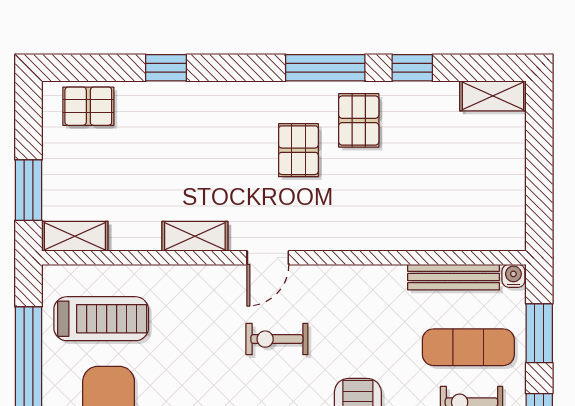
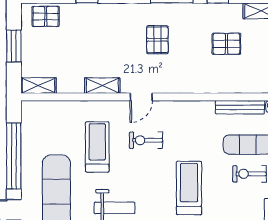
pallet: (359, 120) -> (226, 44), moved, turned 90
window: (29, 190) -> (14, 46), moved
treadmill: (101, 319) -> (97, 147), moved, turned -90

